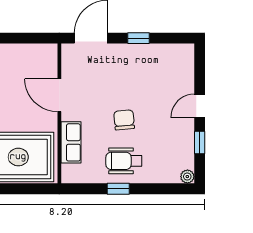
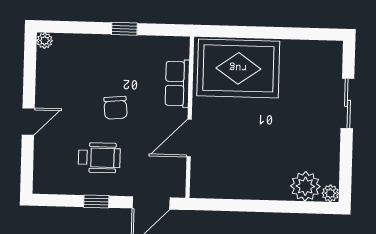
door: (59, 95) -> (189, 138), swing flipped
window: (200, 143) -> (30, 79), removed
wheelchair: (124, 161) -> (99, 158), moved

